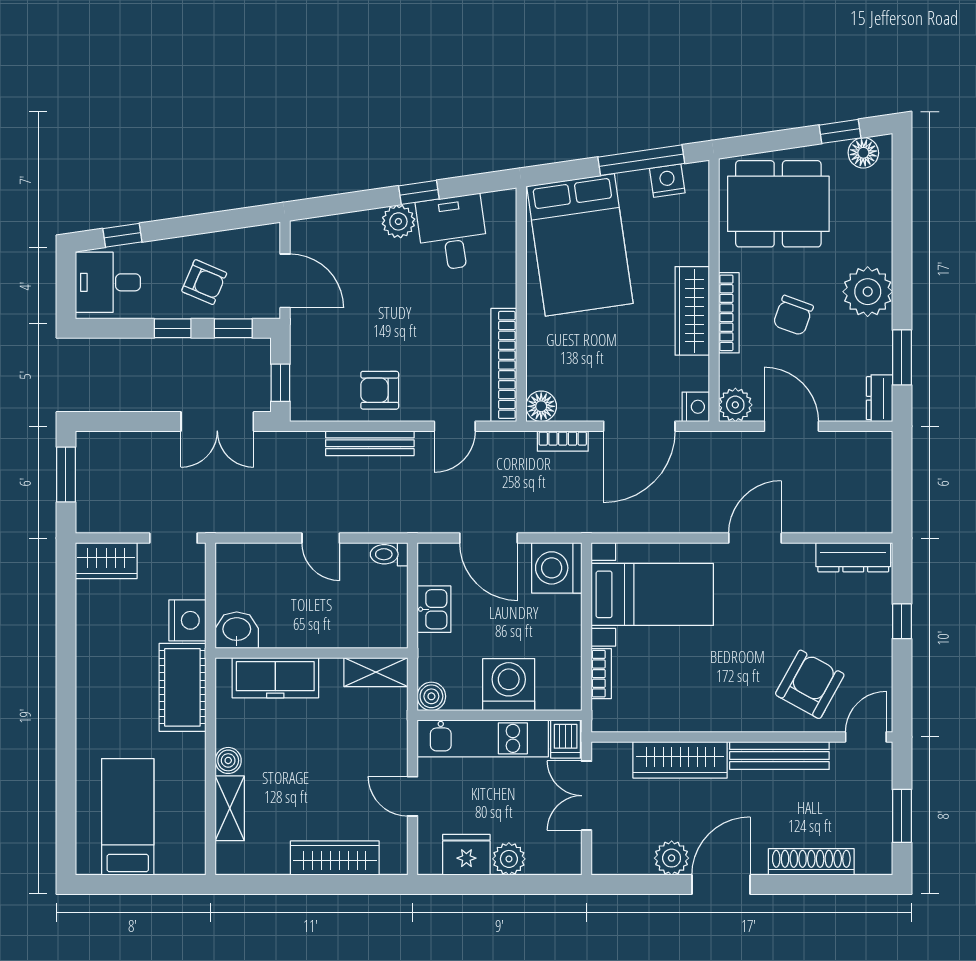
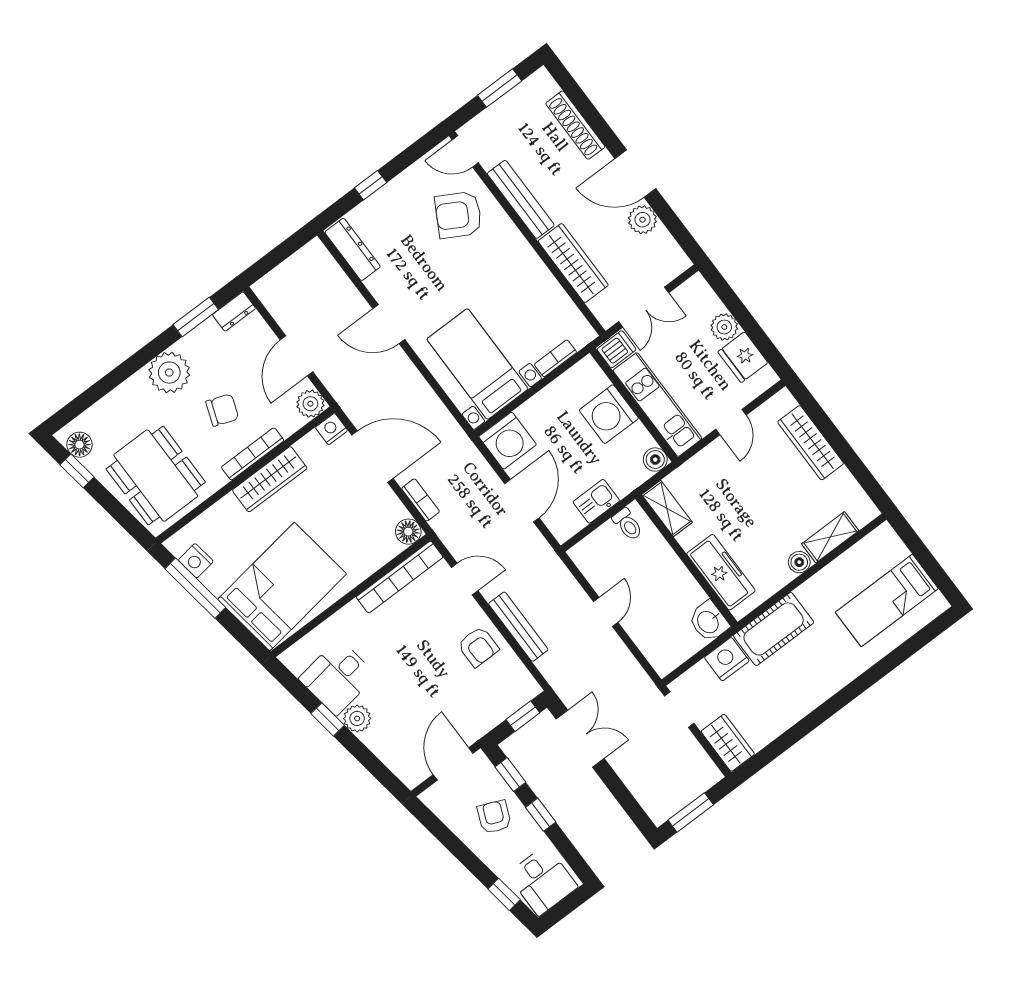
toilet: (389, 554) -> (628, 524), moved

